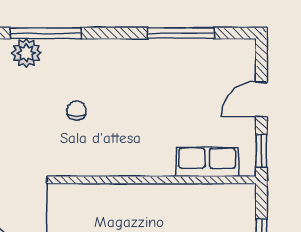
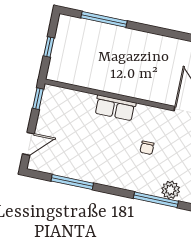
door: (261, 99) -> (28, 144), moved
row of seats: (207, 162) -> (115, 108), moved

